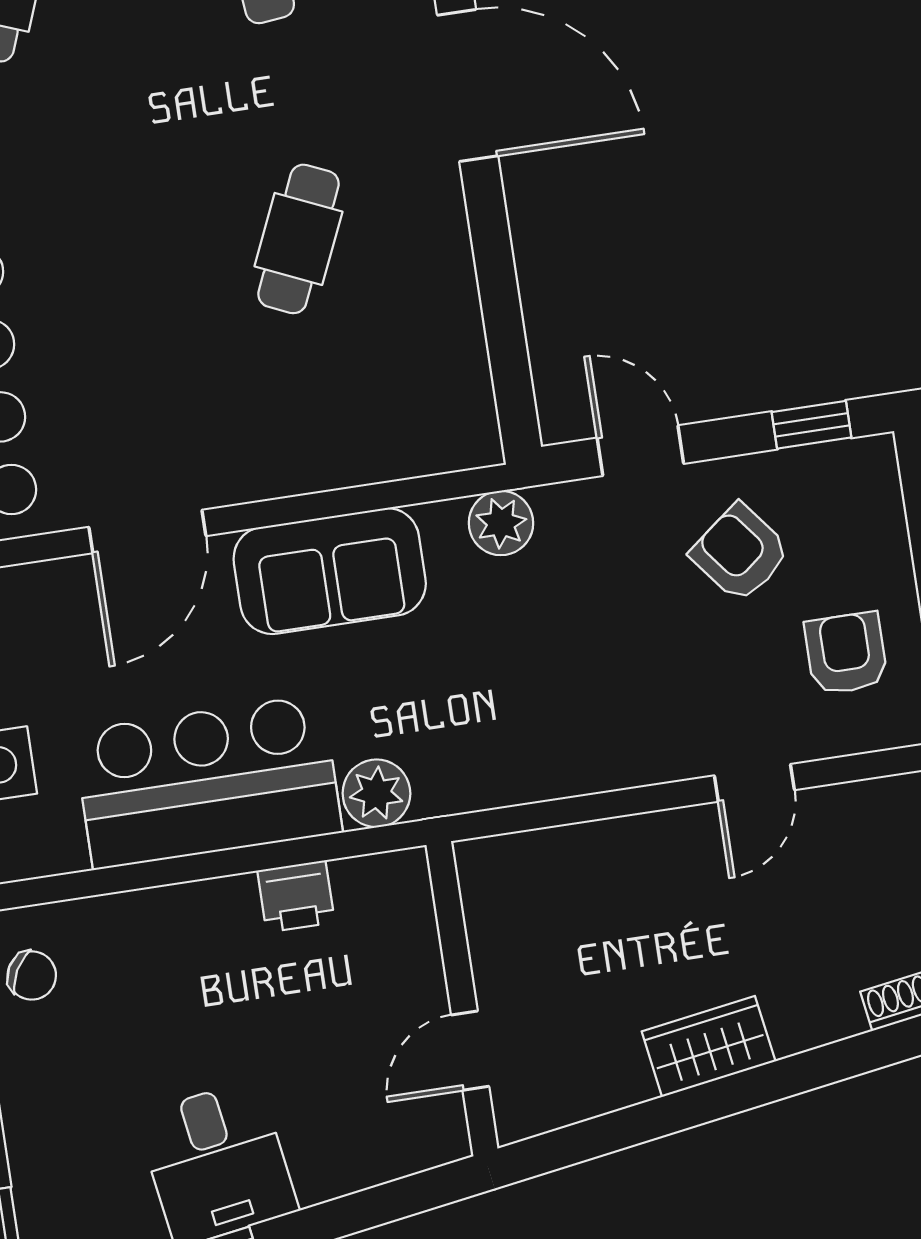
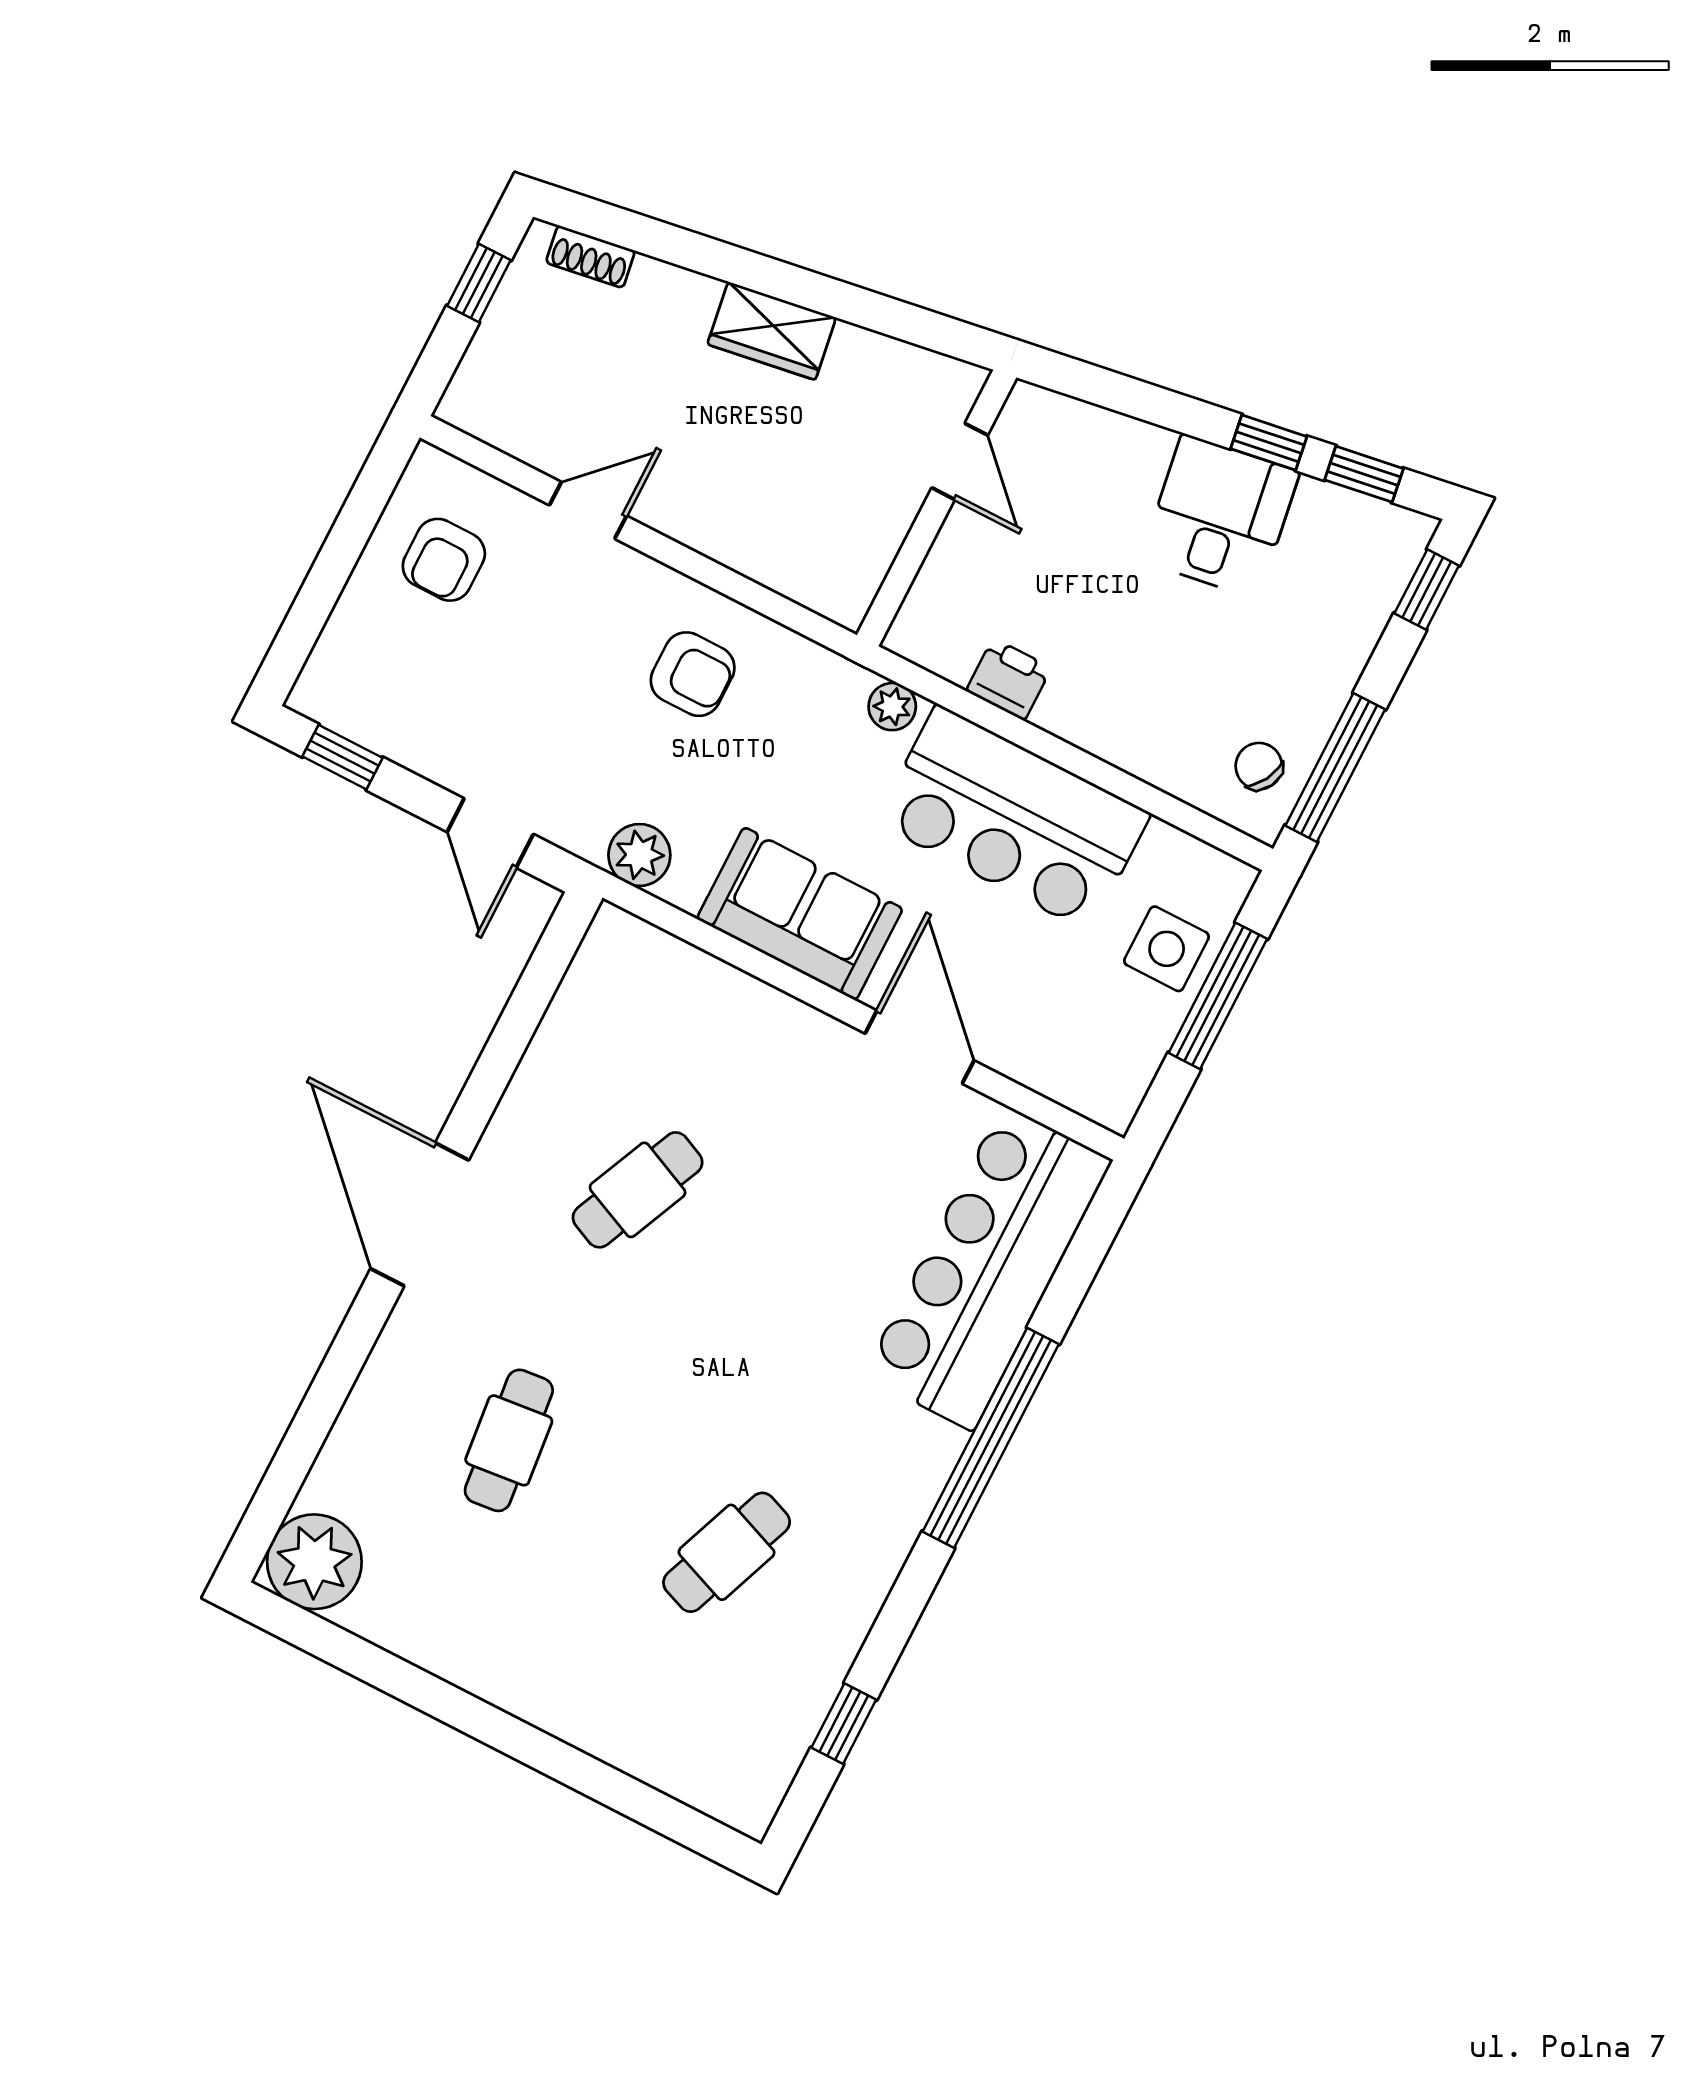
door: (147, 531) -> (920, 1047), hinge flipped
armchair: (740, 553) -> (693, 674), moved, turned -52
plant: (376, 793) -> (892, 707), width x0.73, depth x0.73
door: (470, 1051) -> (960, 461), hinge flipped

